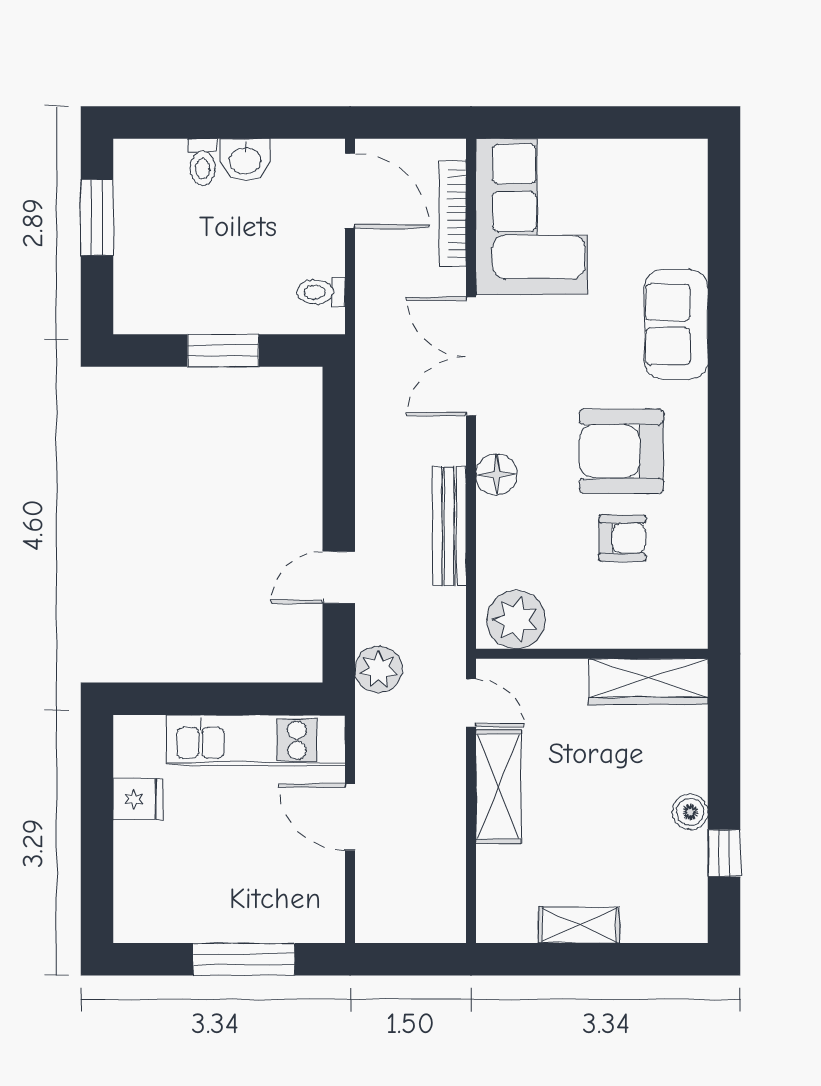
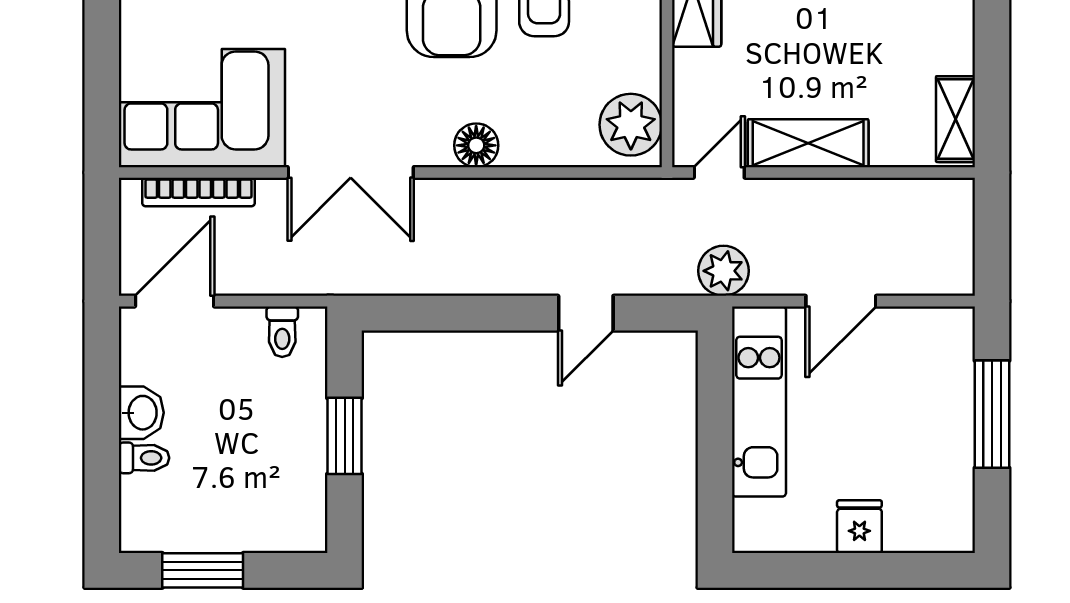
bench: (449, 526) -> (531, 195), removed
door: (339, 577) -> (586, 313), hinge flipped
plant: (379, 669) -> (723, 271), moved
fridge: (138, 799) -> (859, 527), moved
shelving: (579, 925) -> (955, 119), moved

